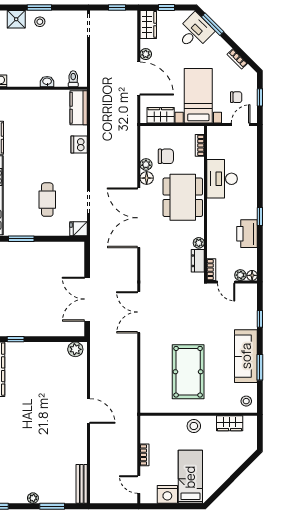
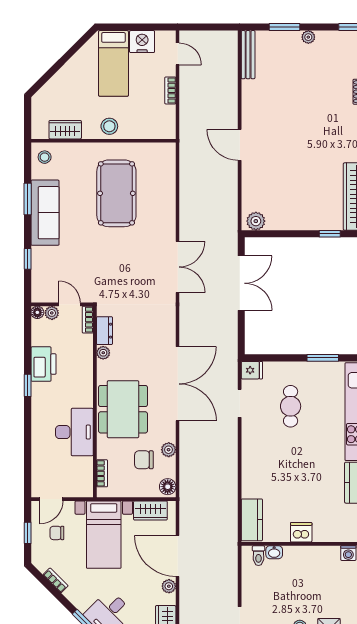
washbasin: (47, 82) -> (274, 552), moved
dishwasher: (79, 145) -> (301, 532), moved, turned -90
floor lamp: (147, 178) -> (168, 487), moved

